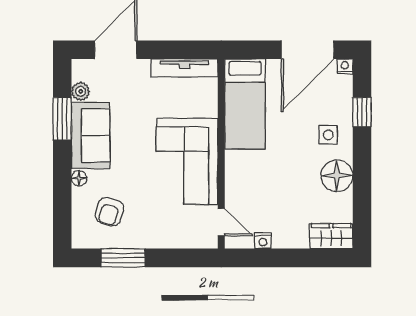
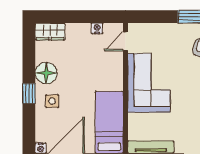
window: (362, 112) -> (29, 94), moved
door: (221, 222) -> (126, 41), hinge flipped

